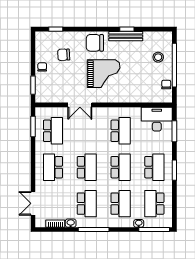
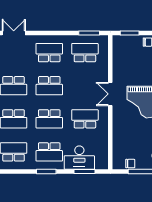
double door: (80, 105) -> (110, 94), moved
desk: (157, 119) -> (79, 158), moved, turned 90
school desk: (53, 131) -> (85, 53), turned 180
school desk: (121, 131) -> (85, 119), turned 180

